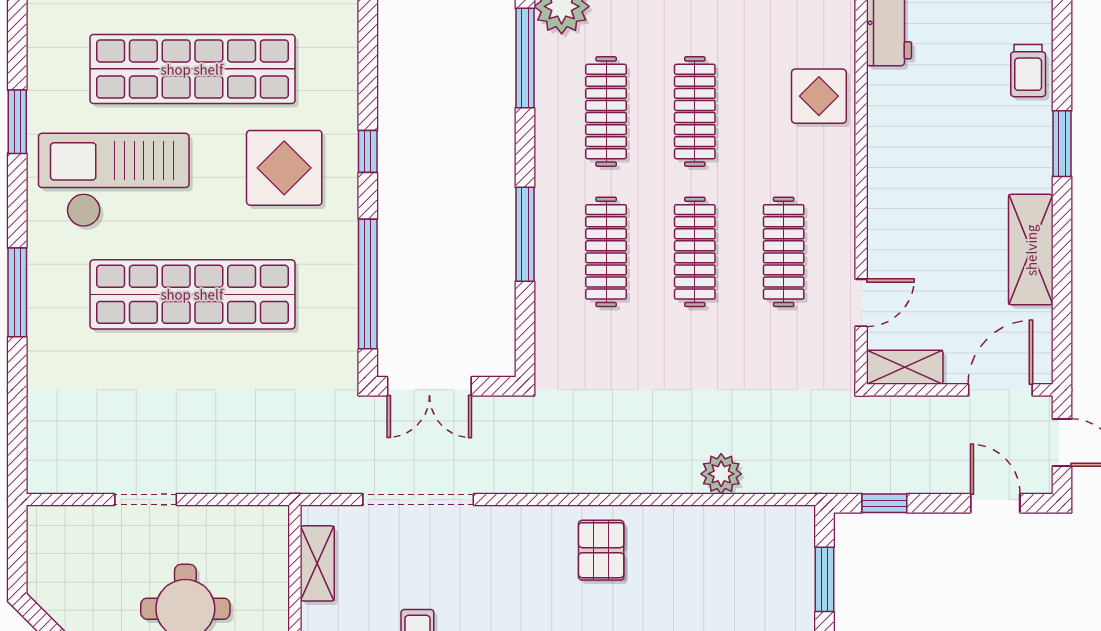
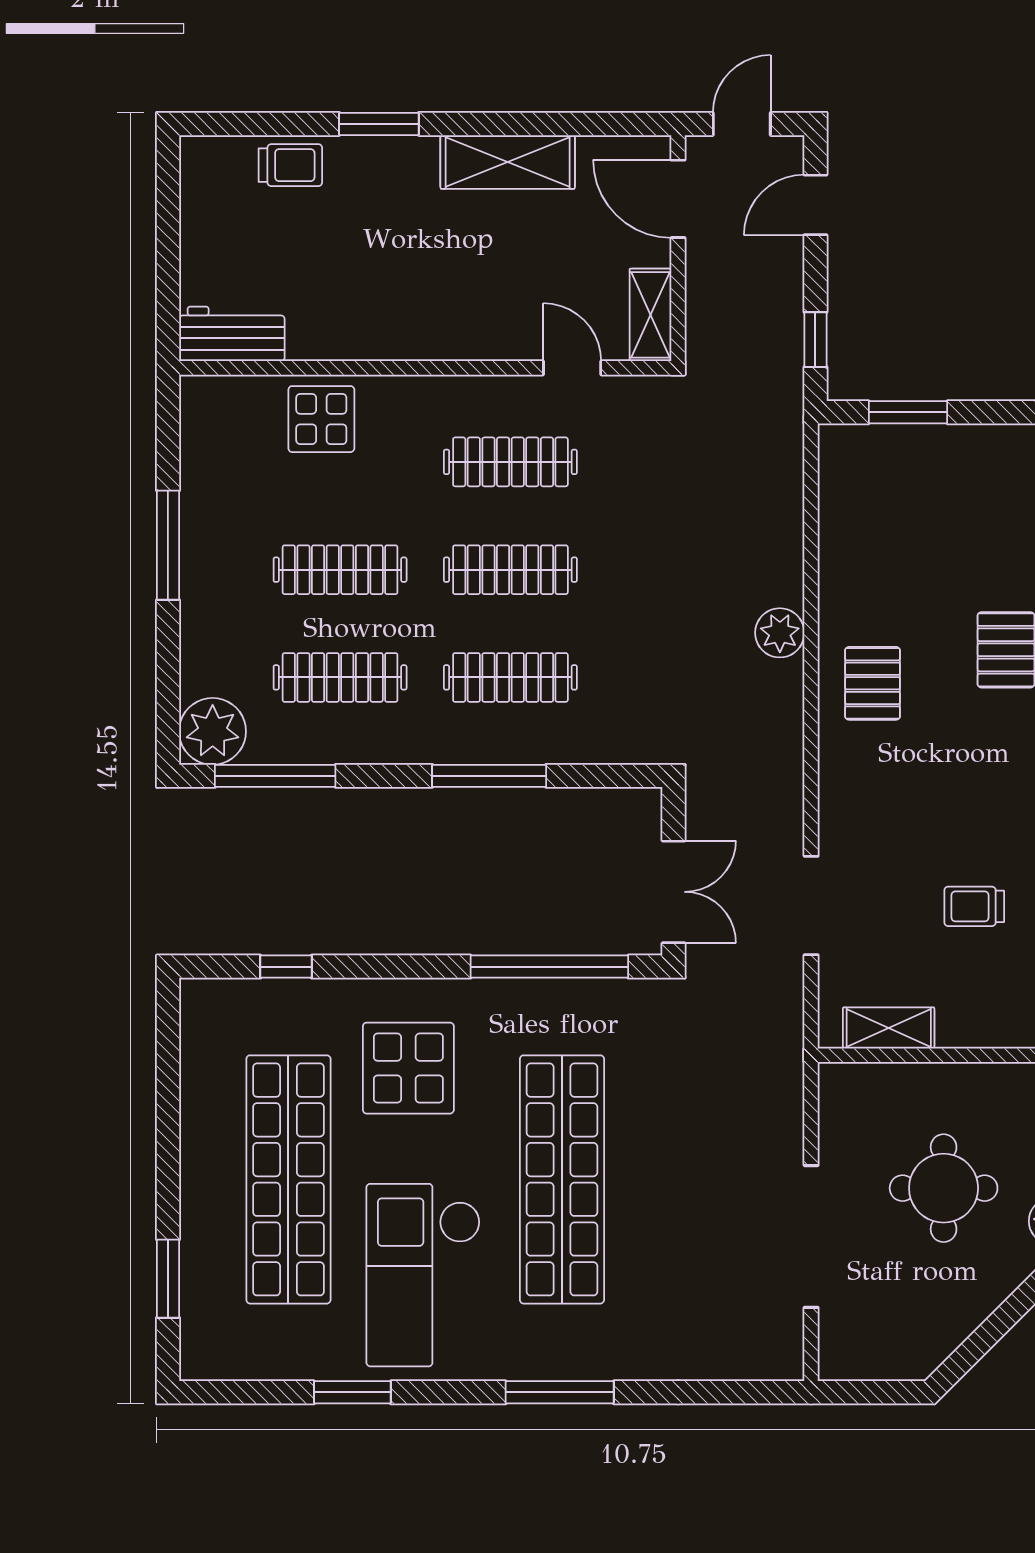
window: (368, 151) -> (286, 967), moved
plant: (721, 474) -> (780, 633), moved
doorway: (146, 500) -> (811, 1236), width x1.88
doorway: (418, 500) -> (811, 906), width x0.73
pallet: (601, 550) -> (873, 683), turned 90

